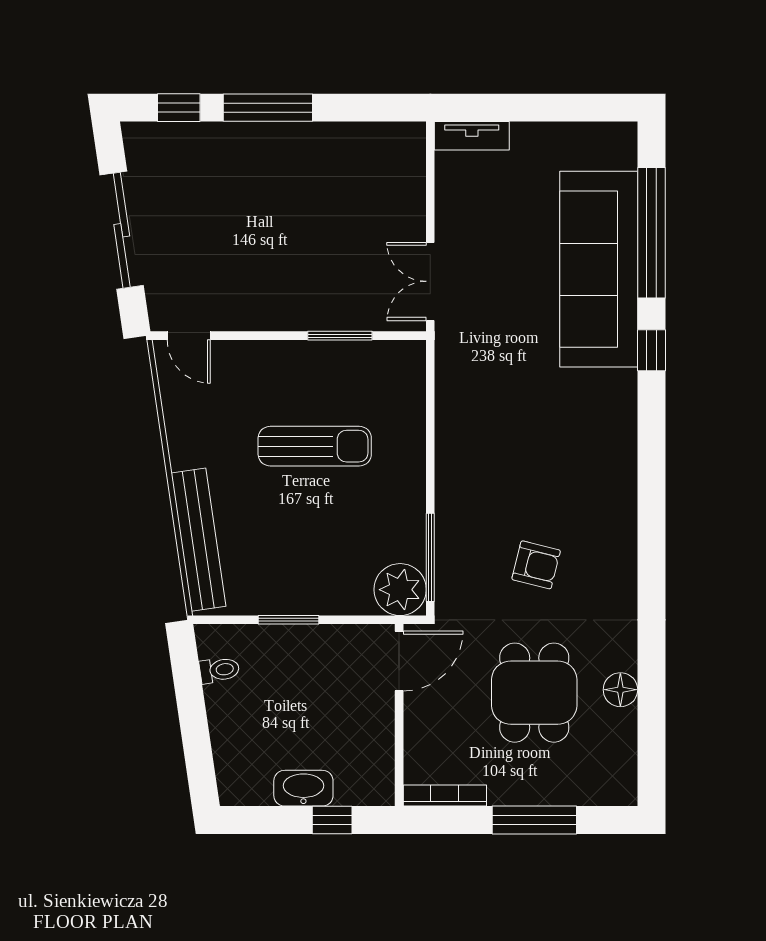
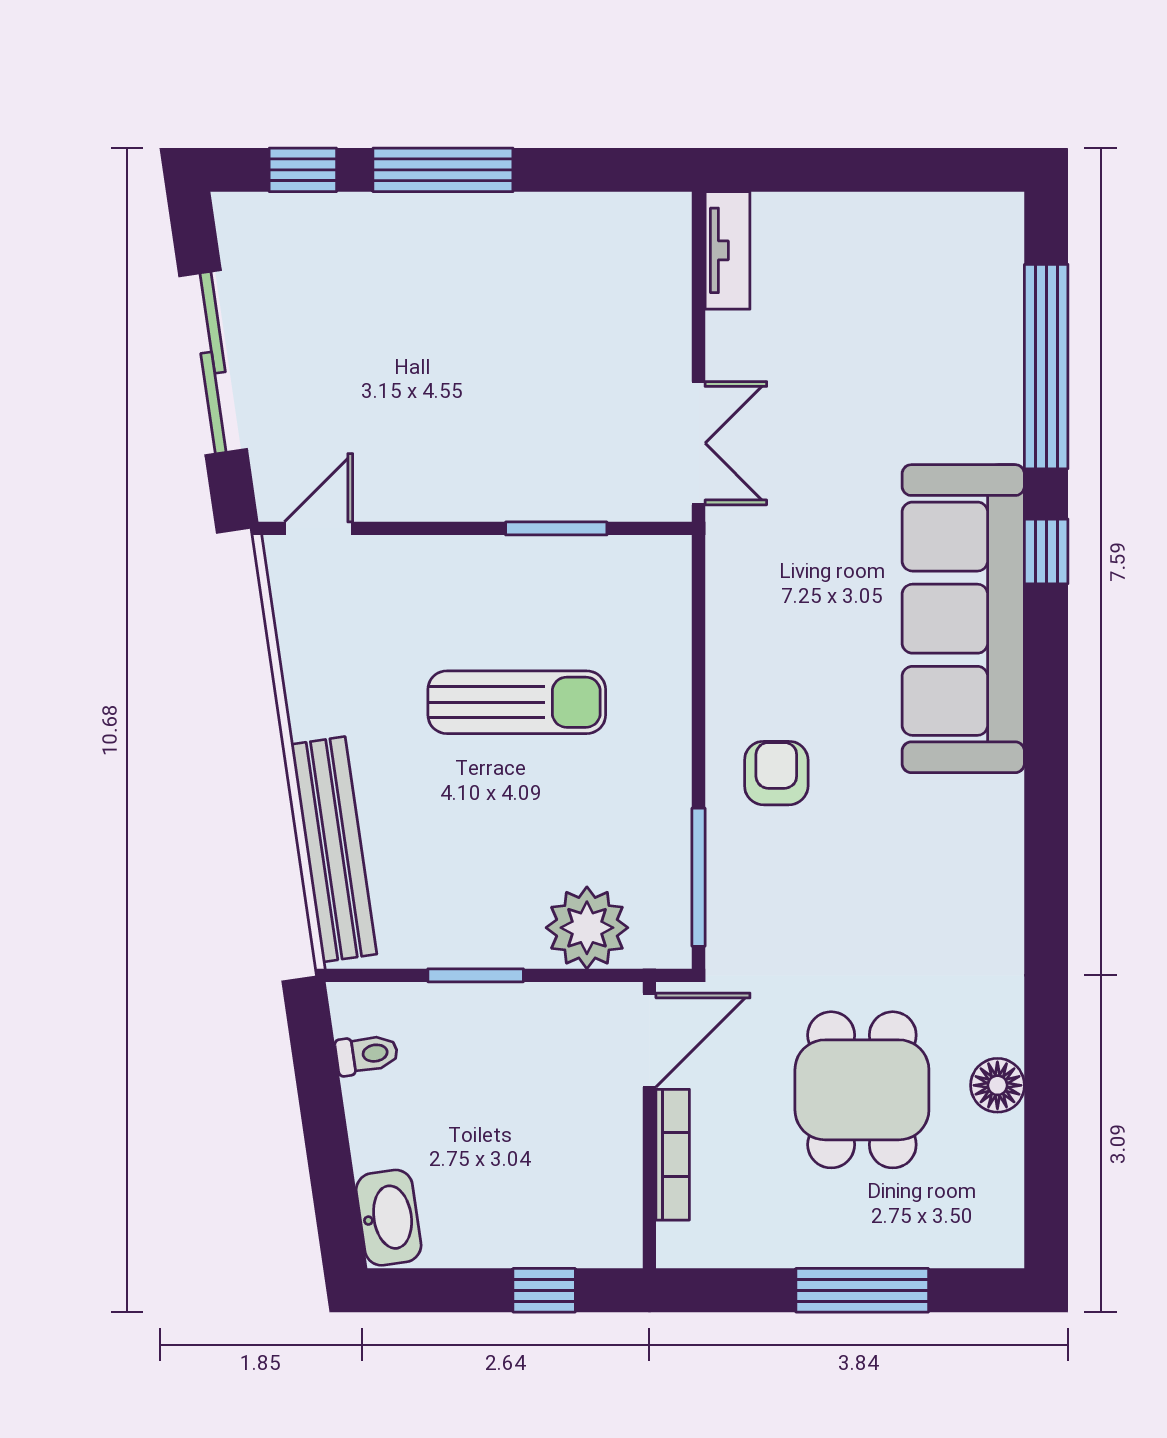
tv unit: (472, 136) -> (727, 250), moved, turned -90
sofa: (599, 269) -> (963, 619), moved
double door: (430, 281) -> (698, 443), swing flipped
door: (189, 336) -> (319, 528), swing flipped
armchair: (536, 565) -> (776, 773), moved, turned -104
plant: (400, 590) -> (587, 928), moved
washbasin: (303, 788) -> (389, 1218), moved, turned 82
bookcase: (445, 796) -> (673, 1155), moved, turned 90

